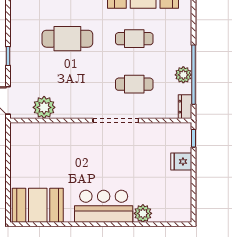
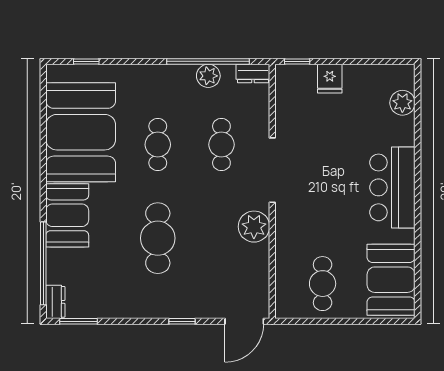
plant: (44, 107) -> (254, 227), moved
cafe table: (35, 156) -> (323, 284), added
plant: (143, 213) -> (402, 103), moved

